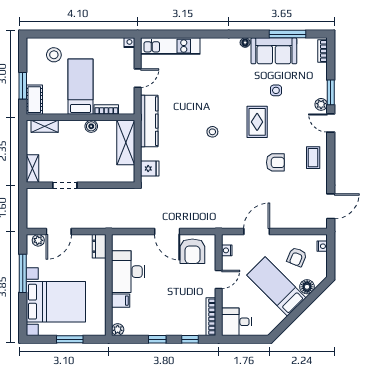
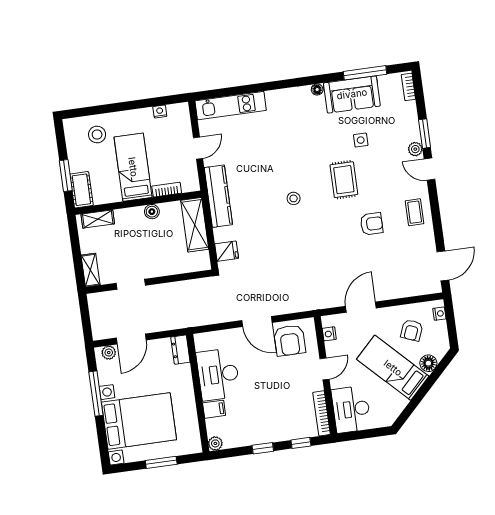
nightstand: (129, 43) -> (160, 112), moved
desk: (236, 322) -> (351, 409), width x1.37

